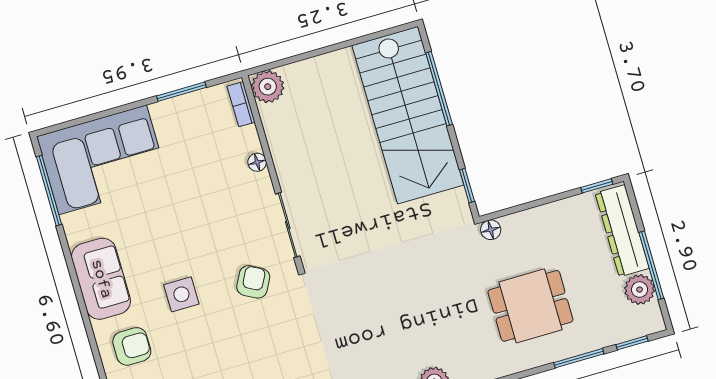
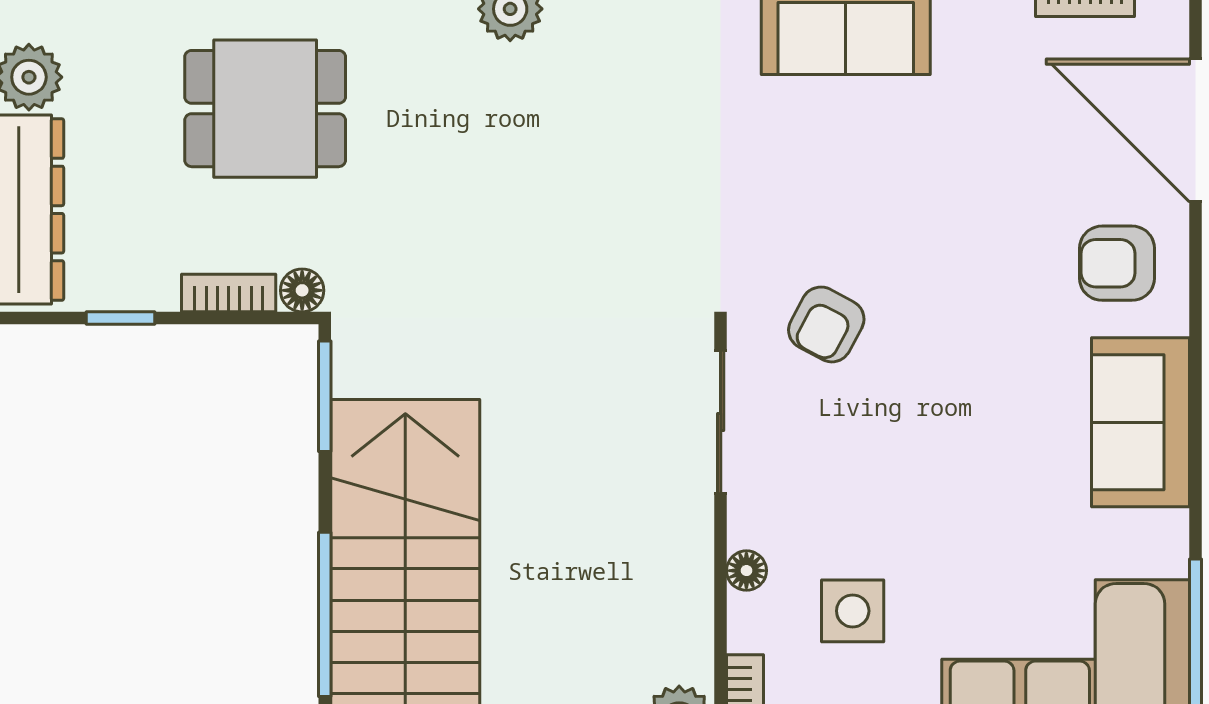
window: (467, 186) -> (325, 396), width x1.50
window: (597, 186) -> (121, 318), moved
bookcase: (523, 219) -> (229, 293), added
side table: (181, 294) -> (853, 611), moved

